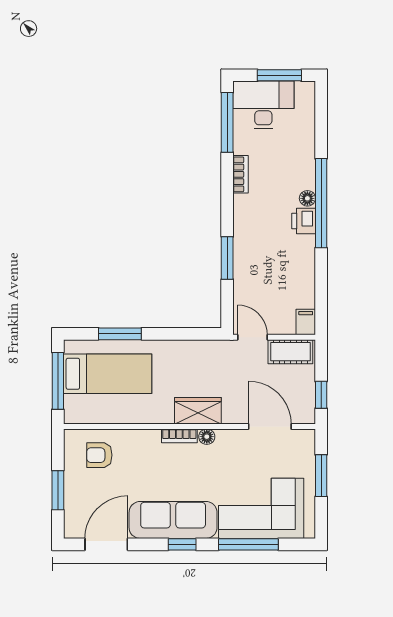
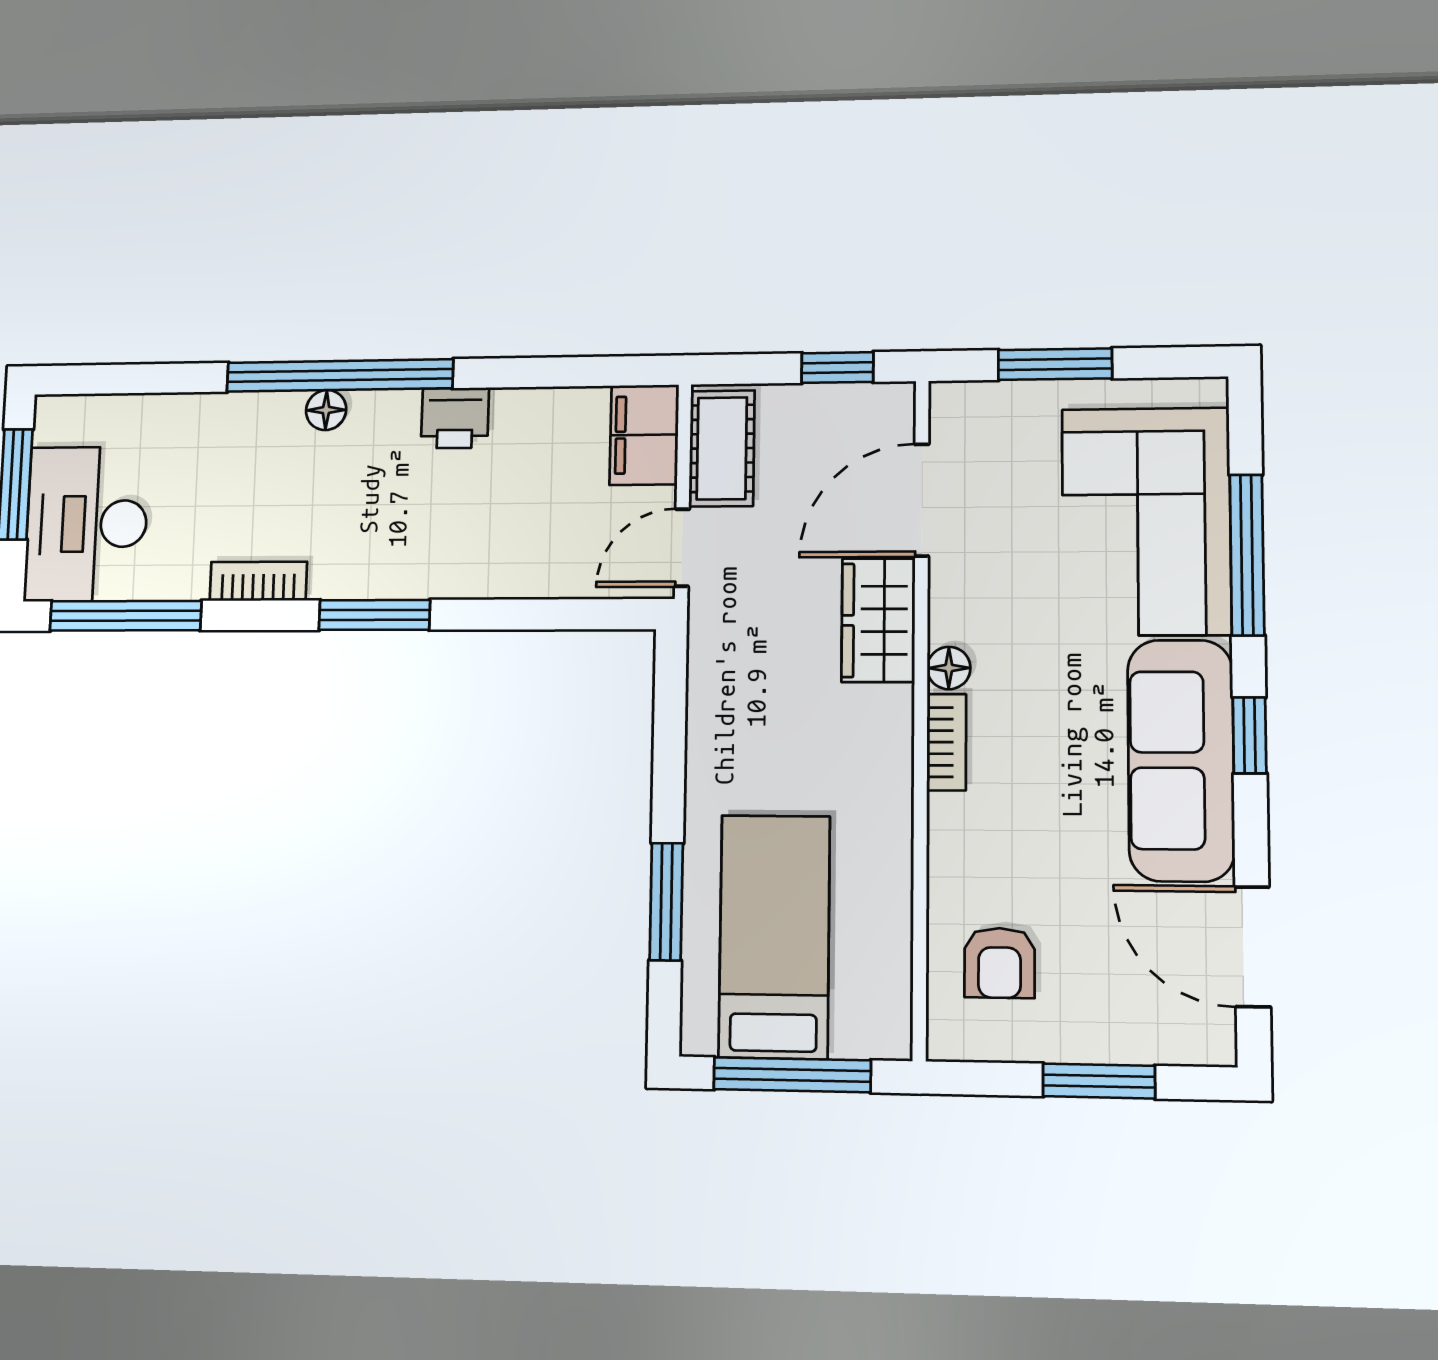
printer: (304, 221) -> (455, 418), moved
window: (227, 258) -> (374, 615), moved
filing cabinet: (306, 322) -> (644, 435), width x2.00
wardrobe: (198, 411) -> (878, 620), moved

